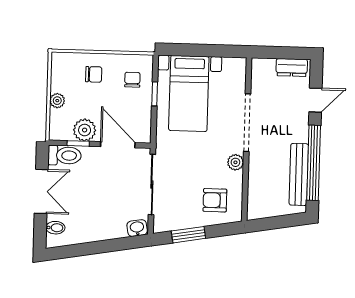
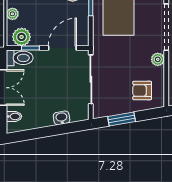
plant: (85, 130) -> (22, 37), moved
door: (118, 145) -> (62, 48), hinge flipped
washbasin: (137, 228) -> (62, 118), moved

